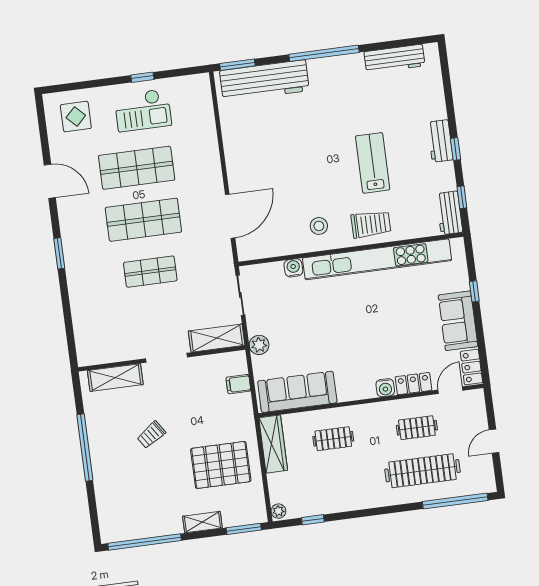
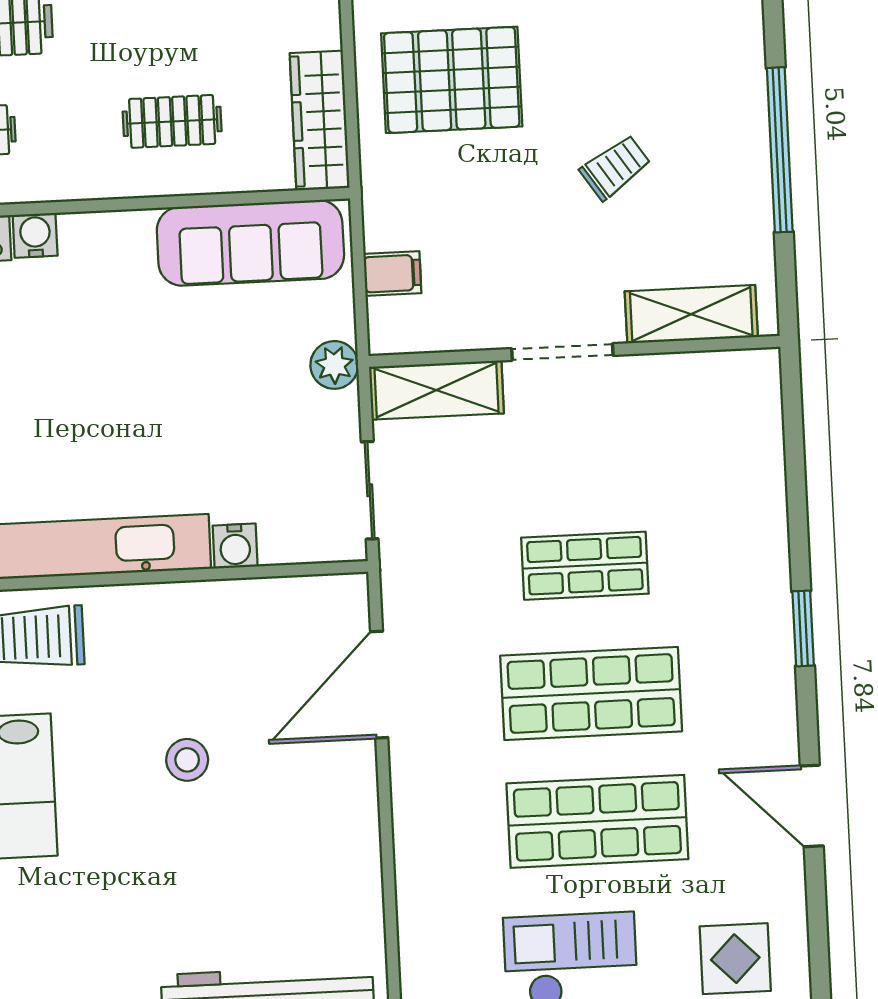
stool: (319, 226) -> (187, 760), moved

